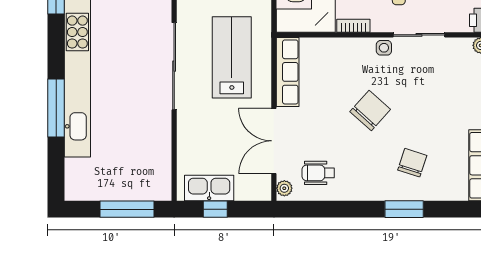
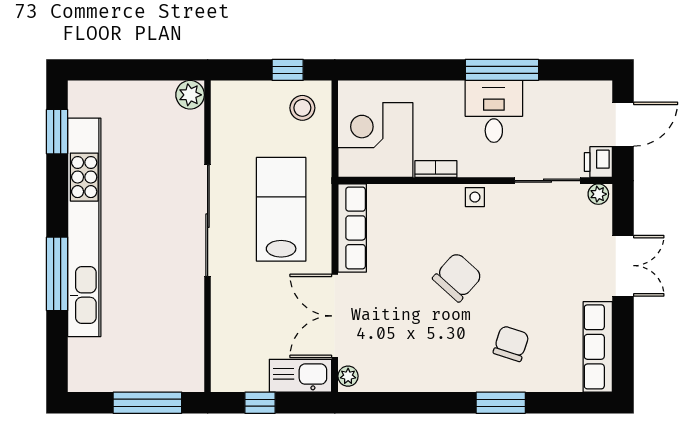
sliding door: (419, 35) -> (547, 181), moved
wheelchair: (318, 173) -> (391, 357), removed
kitchen sink: (209, 188) -> (300, 376), moved

